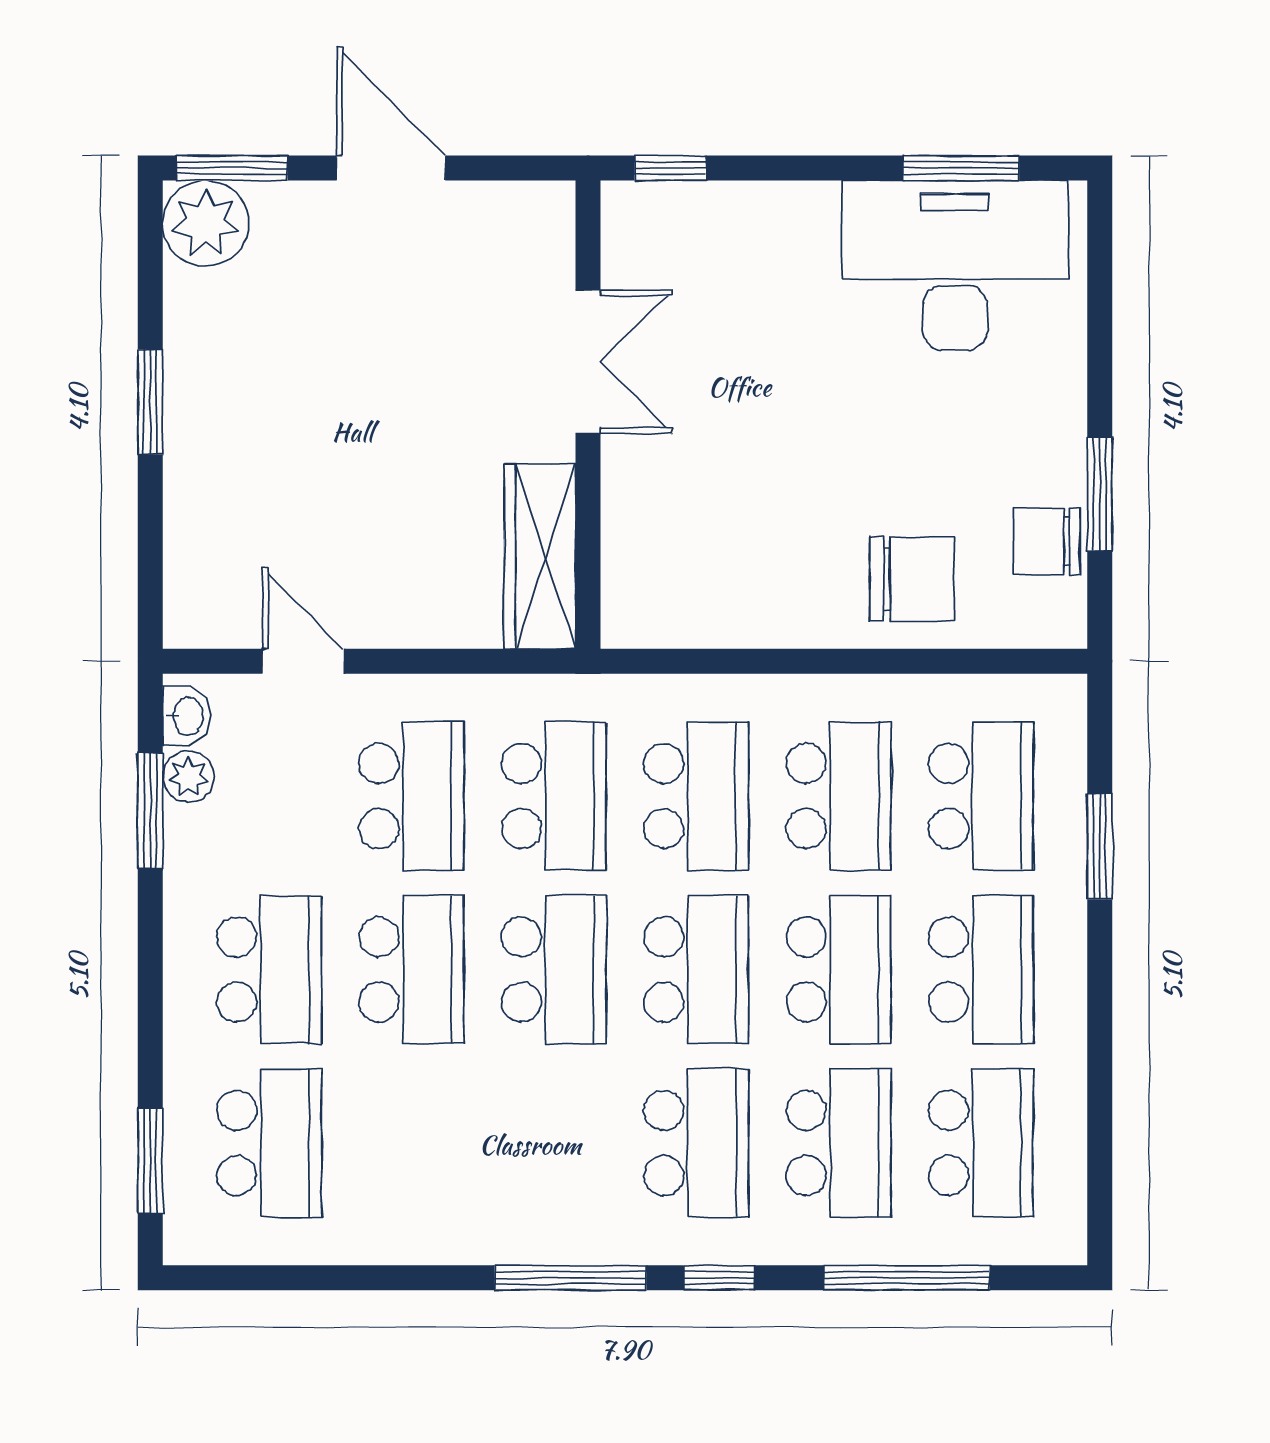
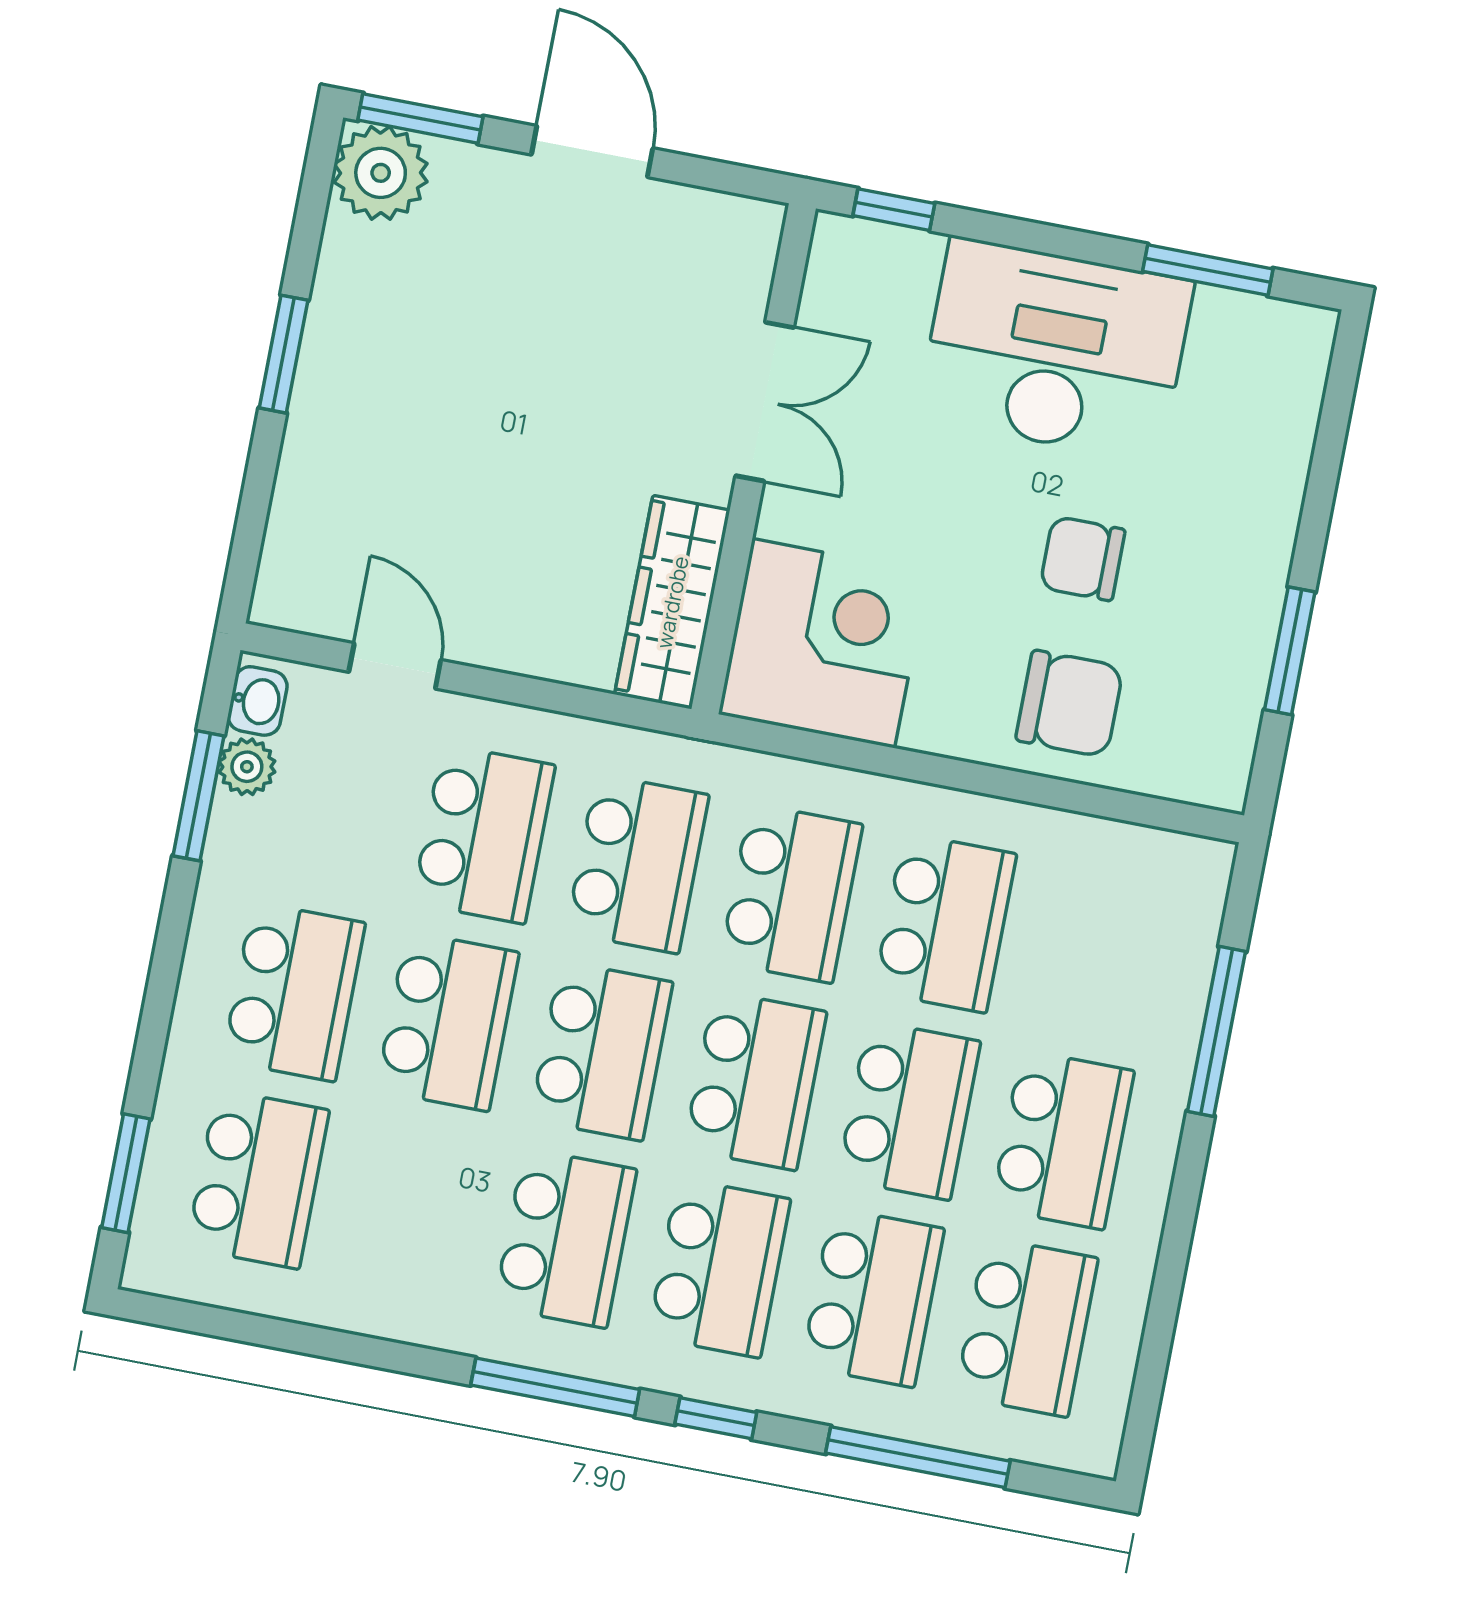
desk: (955, 265) -> (1055, 350), moved
chair: (1047, 541) -> (1083, 559), moved
corner desk: (682, 567) -> (823, 643), added
school desk: (981, 796) -> (565, 1238), moved
window: (1100, 846) -> (1217, 1031), width x1.44

